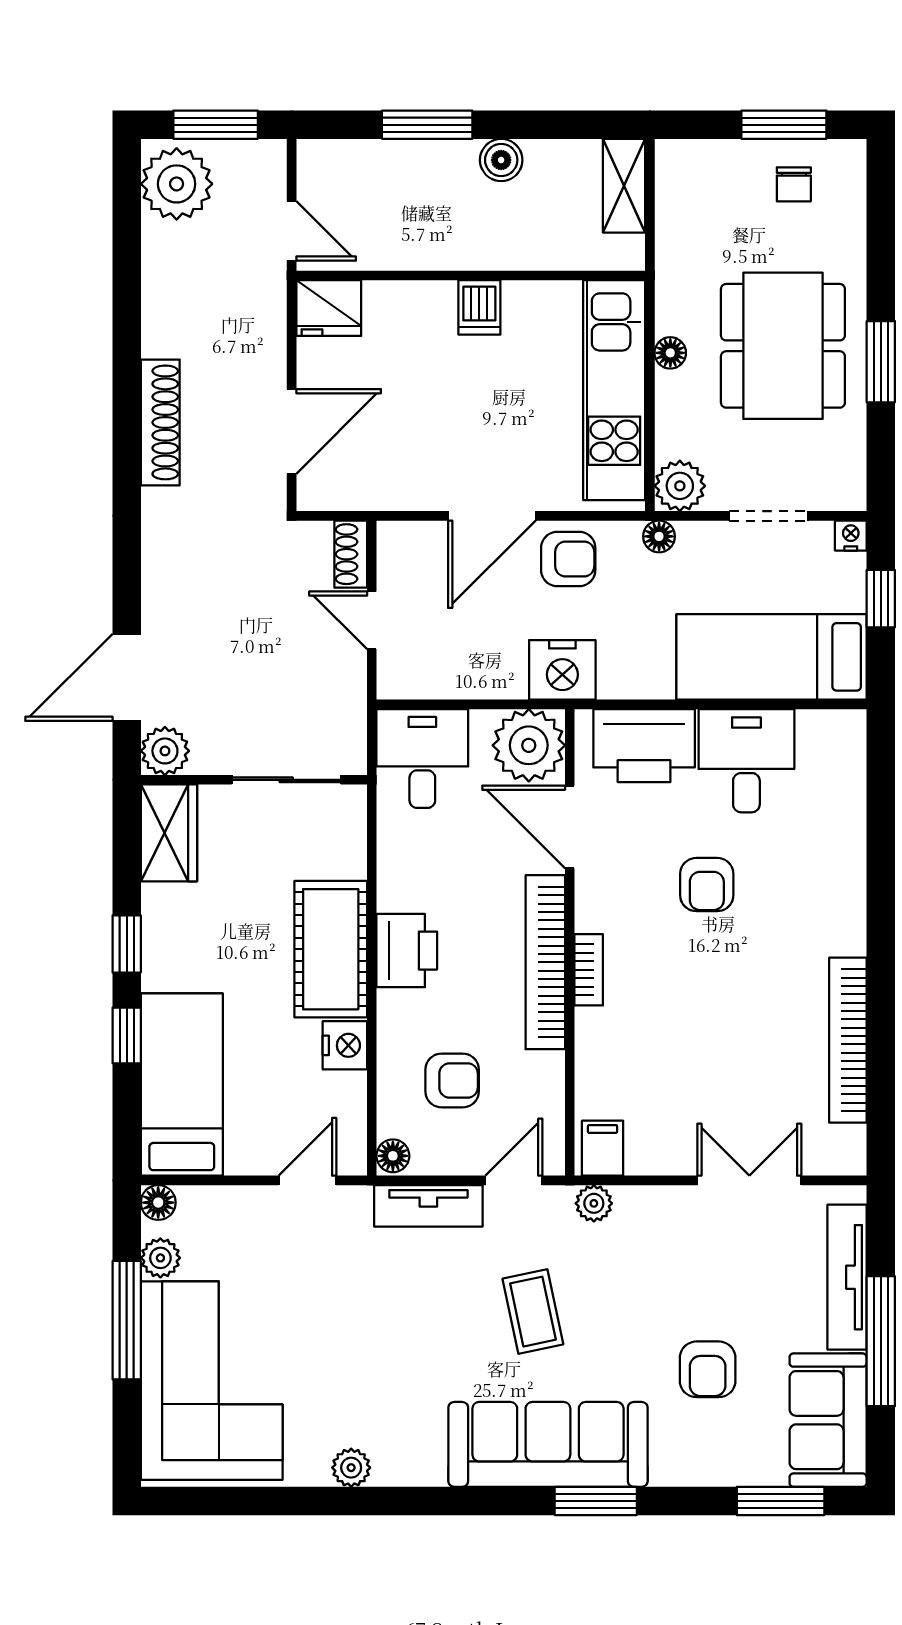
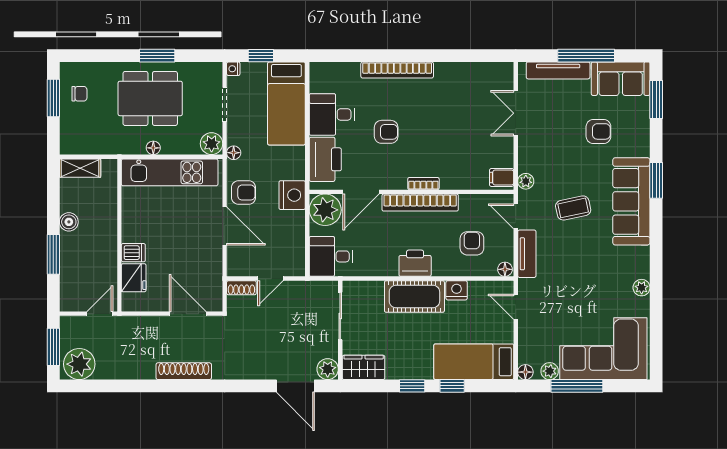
dishwasher: (479, 307) -> (133, 253), moved
fridge: (329, 308) -> (134, 278), moved
armchair: (568, 559) -> (244, 193), turned 90
bookcase: (848, 1040) -> (397, 70), moved

